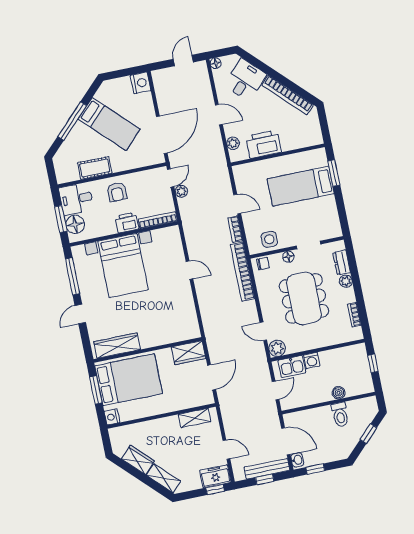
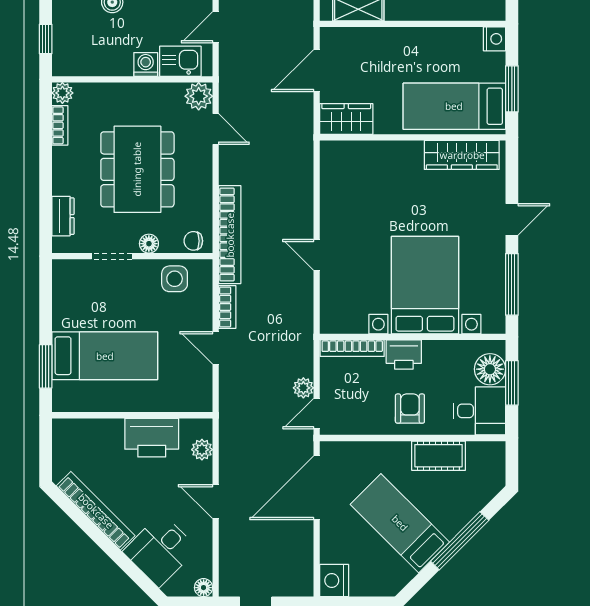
plant: (346, 281) -> (62, 93), moved
bed: (129, 380) -> (454, 106), width x0.67

